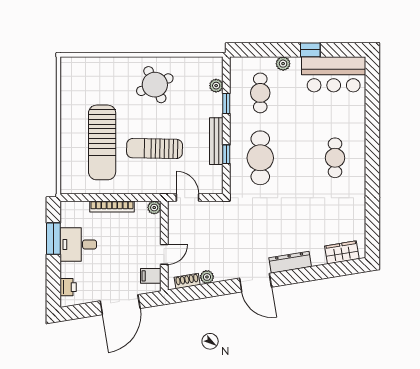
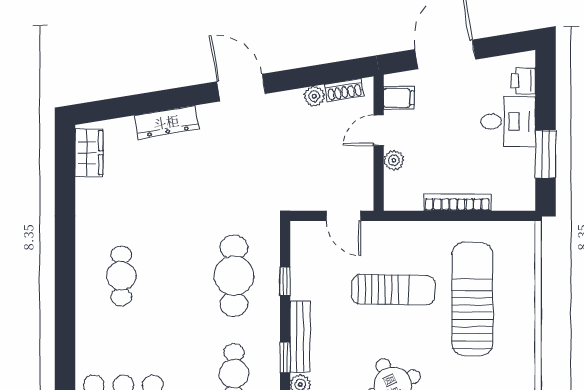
bench: (216, 141) -> (300, 337), moved
plant: (154, 208) -> (394, 160), moved
desk: (78, 244) -> (508, 122), moved
wardrobe: (342, 252) -> (89, 153), moved, turned -81
dresser: (290, 262) -> (166, 122), moved

